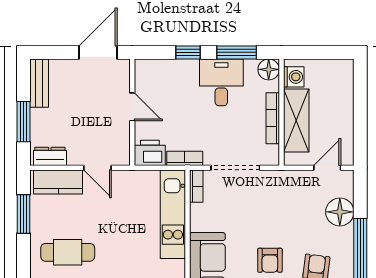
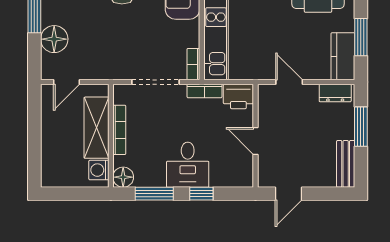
door: (98, 52) -> (289, 194), width x0.73
desk: (221, 82) -> (188, 165), moved
kitchen counter: (58, 182) -> (343, 56), moved, turned -90

